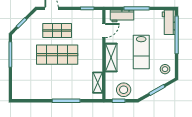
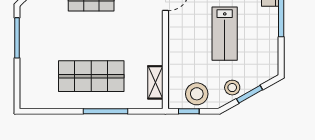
shop shelf: (57, 55) -> (91, 76), moved
shelving: (111, 58) -> (177, 43), removed
stool: (165, 69) -> (232, 88), moved

